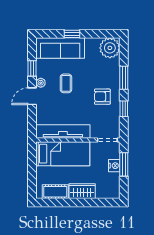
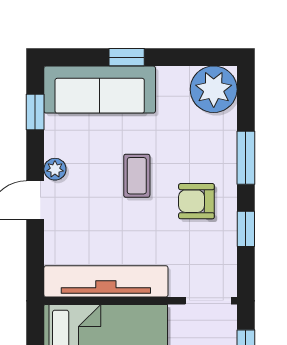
window: (32, 68) -> (35, 112), moved
coffee table: (66, 83) -> (137, 176), moved

